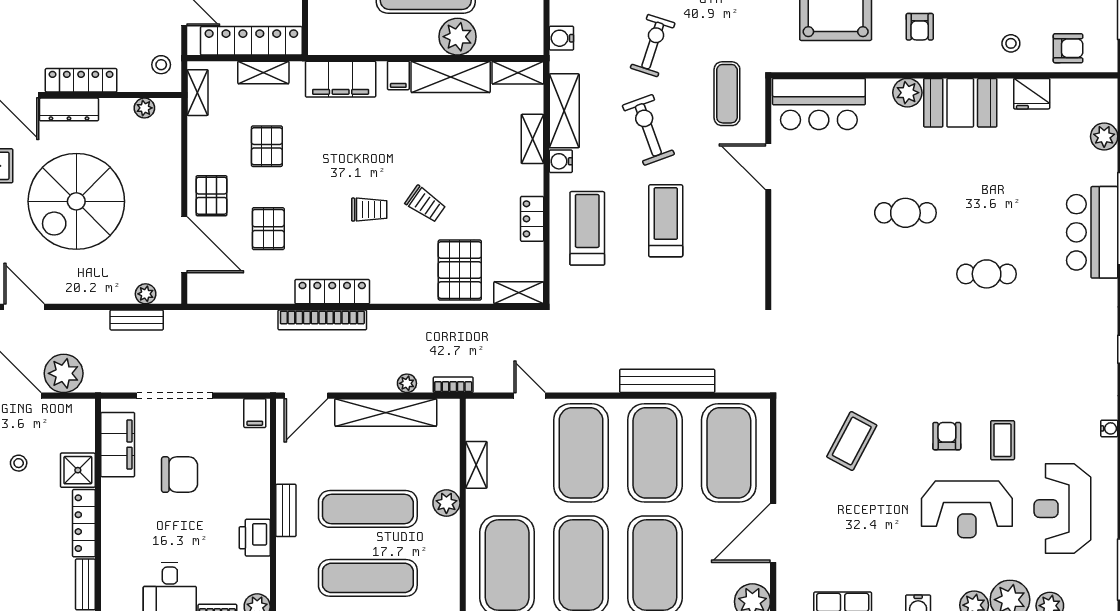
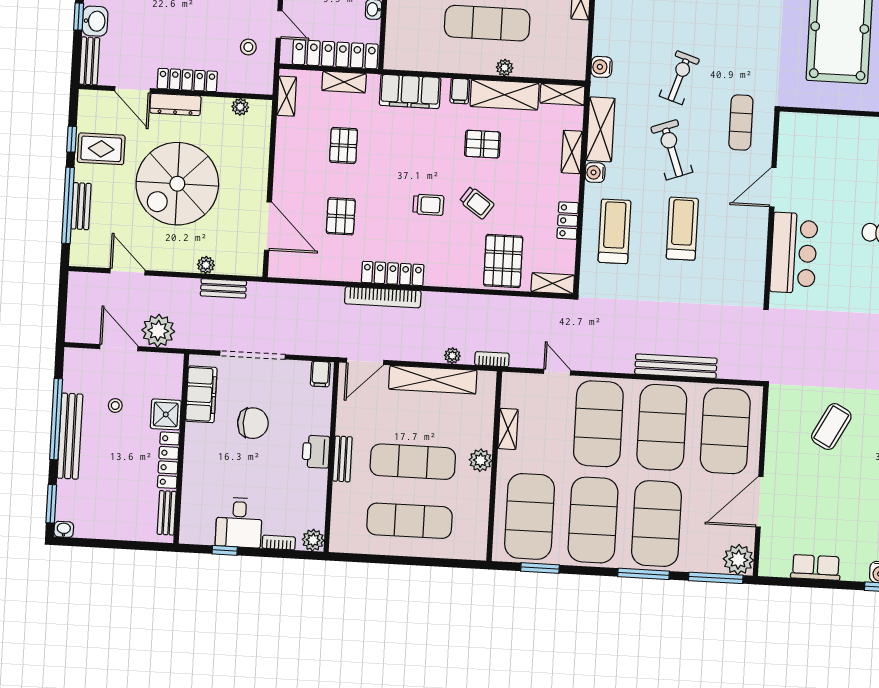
plant: (458, 37) -> (505, 68), width x0.53, depth x0.53
stool: (161, 65) -> (248, 47), moved
bar counter: (819, 104) -> (794, 253), moved, turned -90
door: (768, 167) -> (773, 187), hinge flipped
pallet: (211, 196) -> (482, 144), moved, turned 90
plant: (146, 294) -> (206, 265), moved
printer: (255, 538) -> (316, 452), moved

